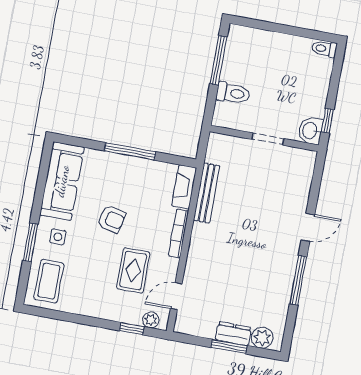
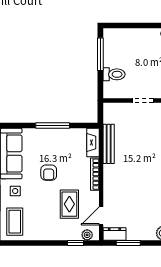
armchair: (112, 219) -> (49, 173), turned 77
dresser: (233, 334) -> (114, 234), moved
window: (229, 347) -> (128, 243), moved

